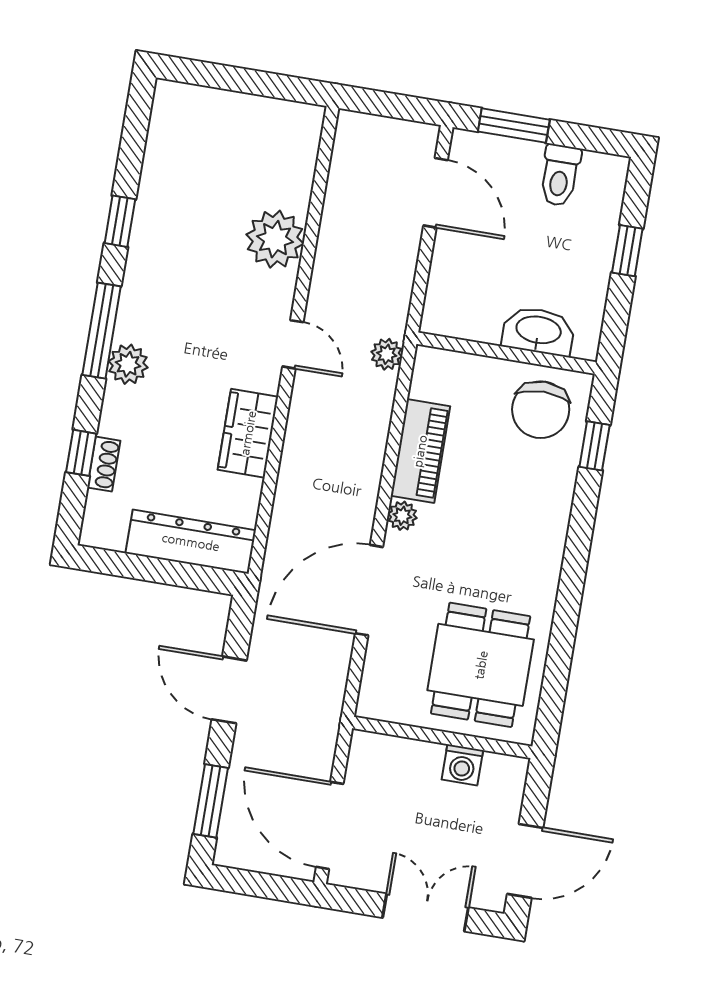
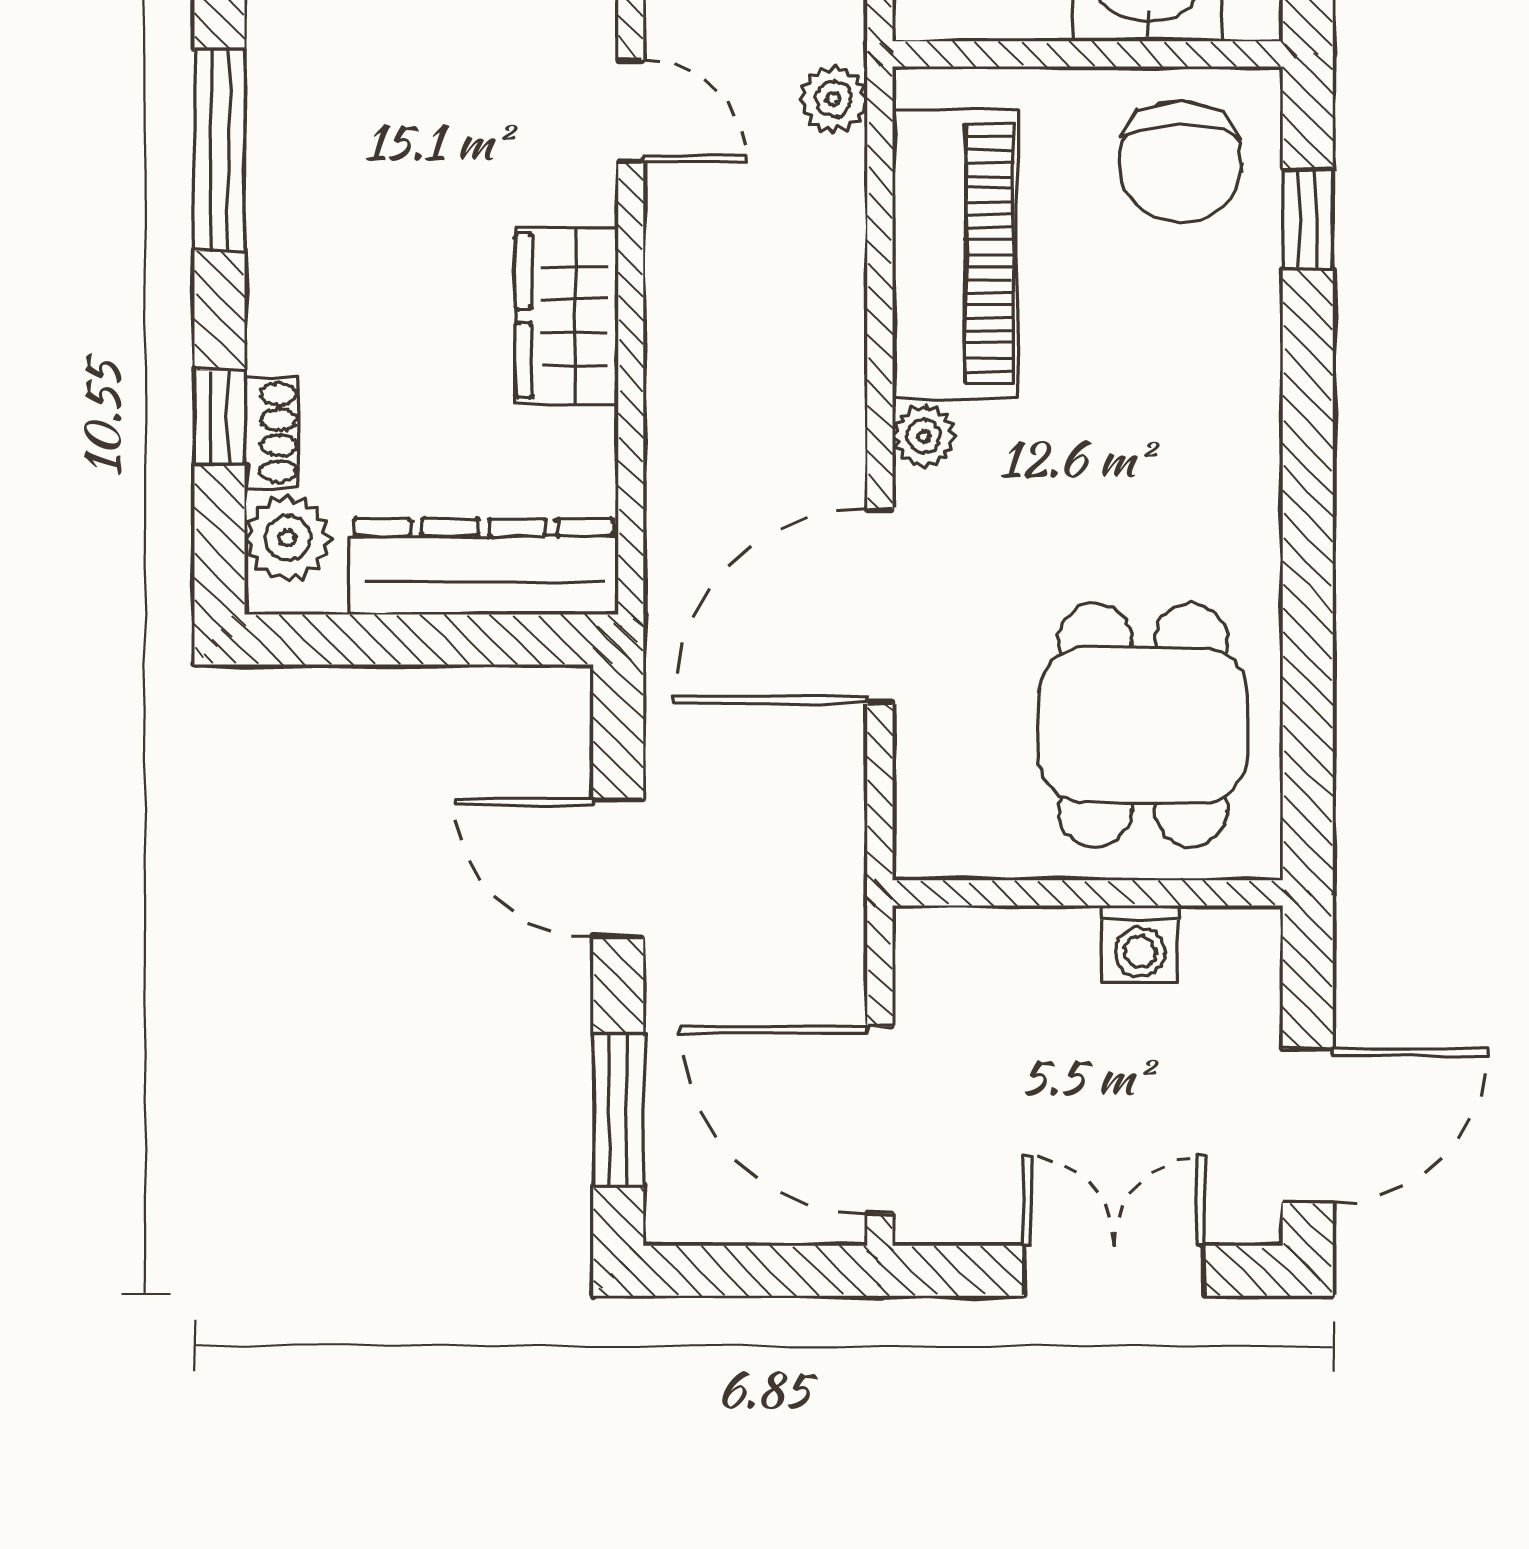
plant: (128, 364) -> (288, 538), moved
piano: (420, 451) -> (955, 254), width x1.37, depth x1.33

